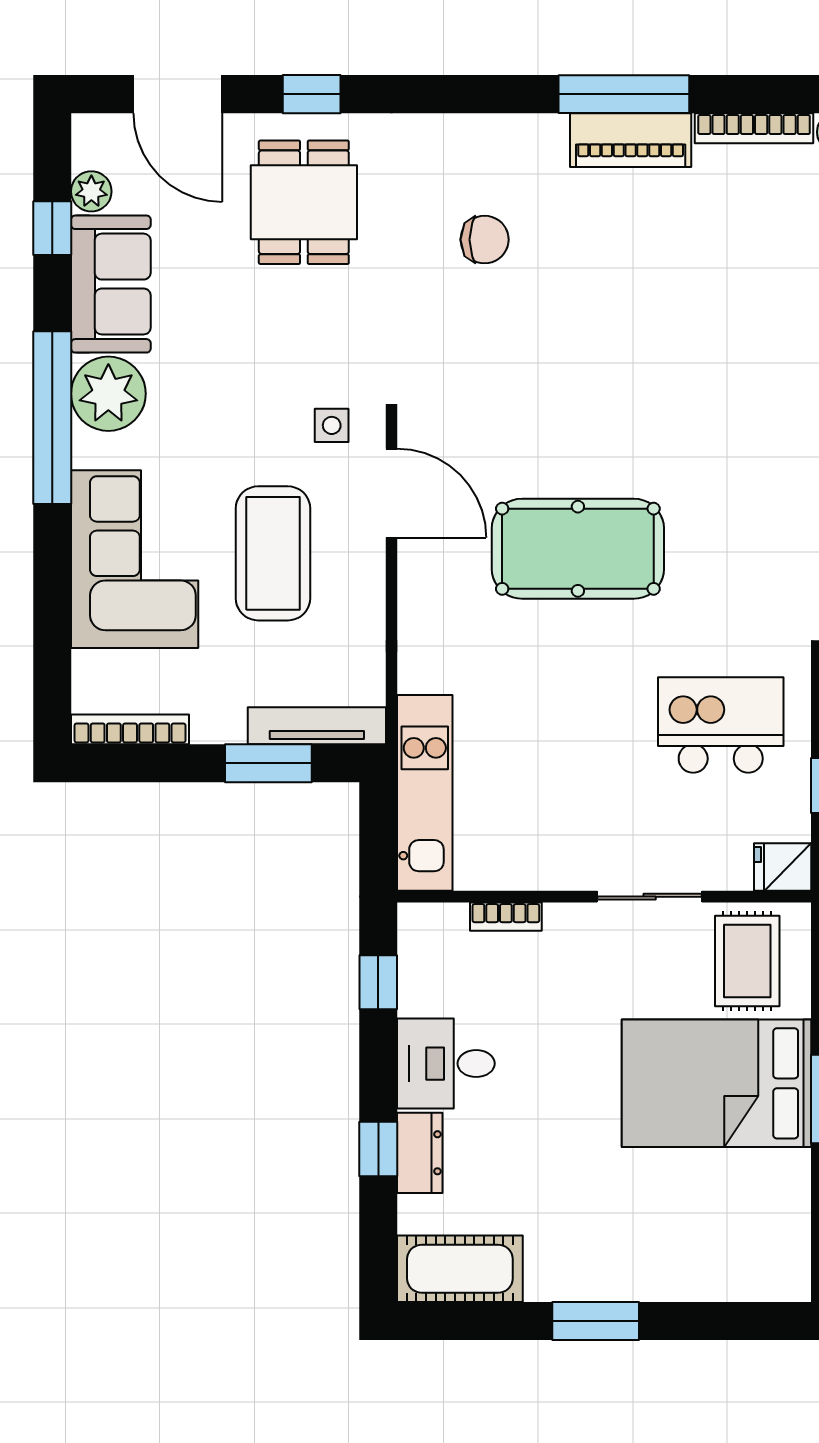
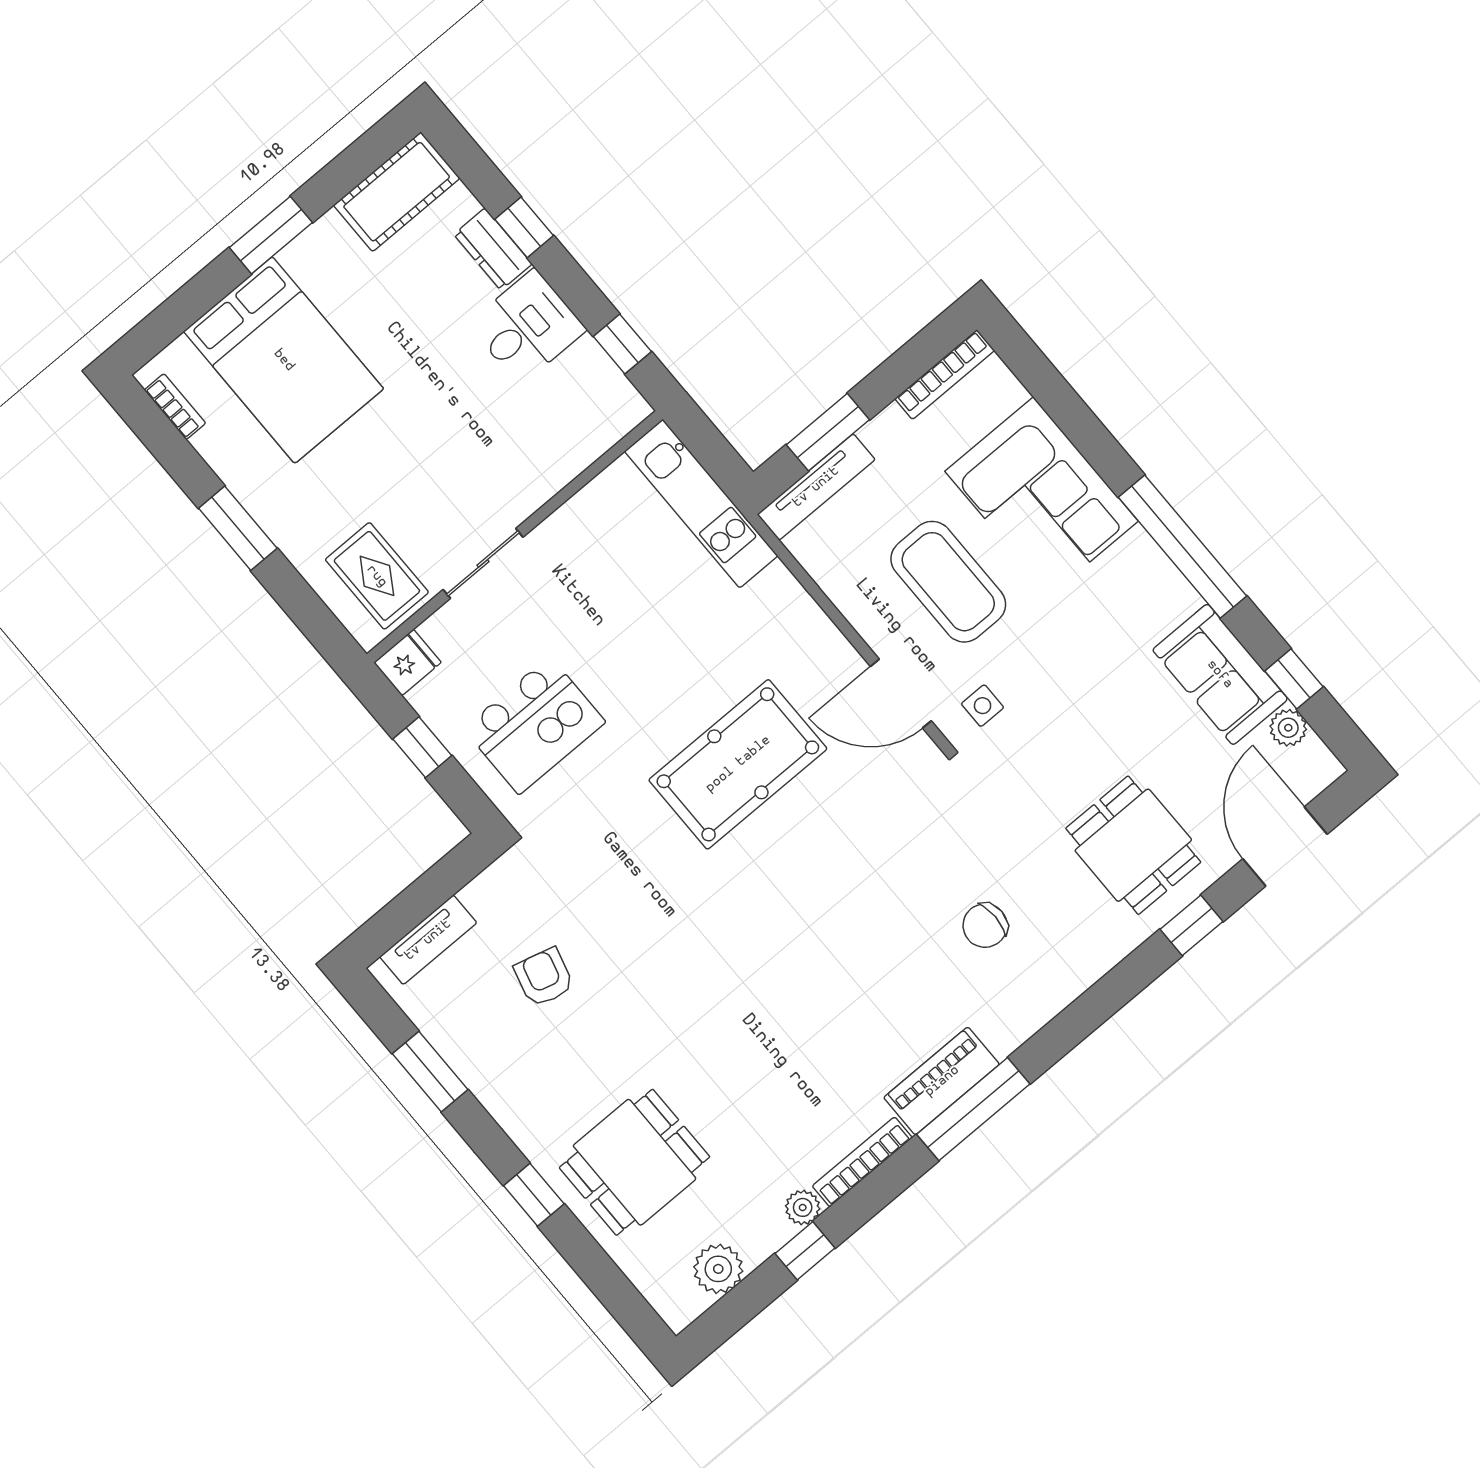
door: (178, 94) -> (1285, 847), hinge flipped
plant: (108, 394) -> (1157, 596), removed
bookcase: (506, 917) -> (175, 407), moved, turned 90
bed: (717, 1083) -> (284, 360), moved, turned 90

